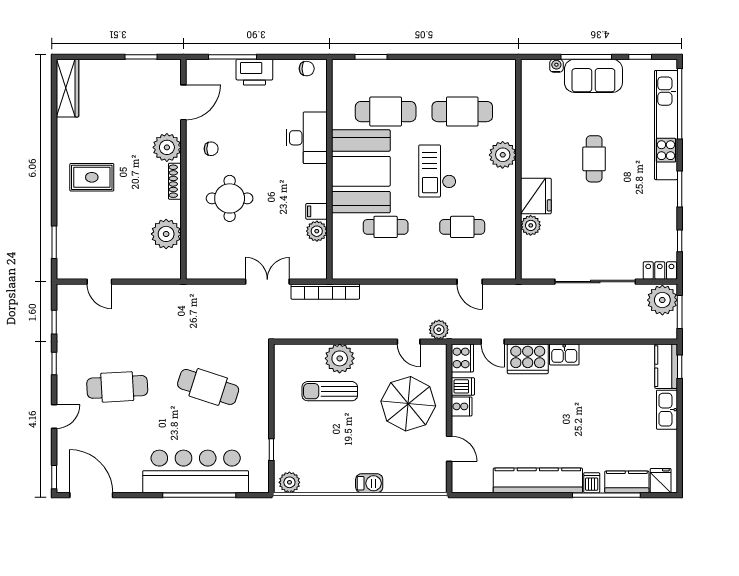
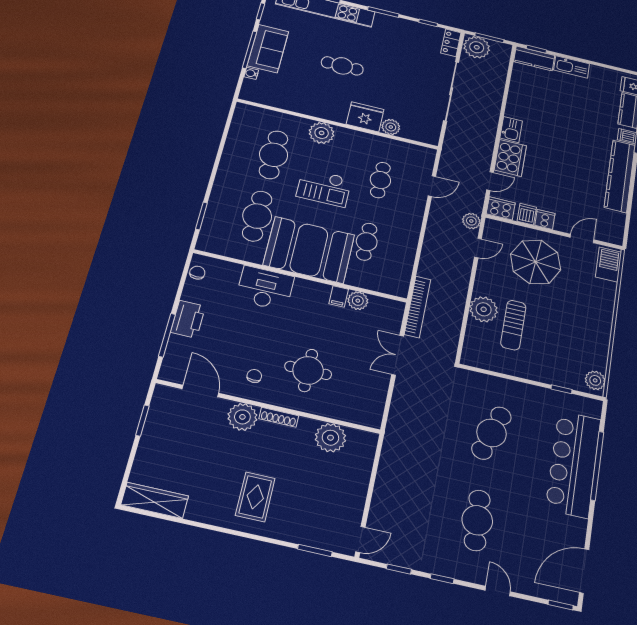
door: (99, 282) -> (360, 540), moved
barbecue: (369, 483) -> (609, 264), moved, width x1.38, depth x1.27

